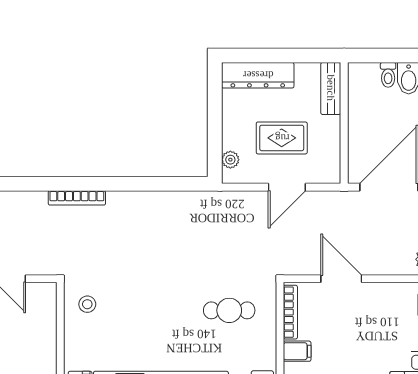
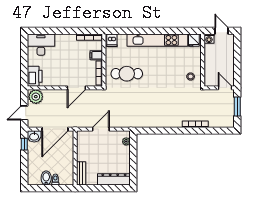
rug: (282, 138) -> (103, 151), removed
door: (341, 279) -> (76, 88), hinge flipped
cafe table: (229, 310) -> (127, 74), width x1.37, depth x1.35

